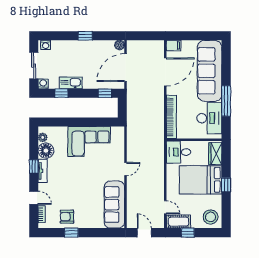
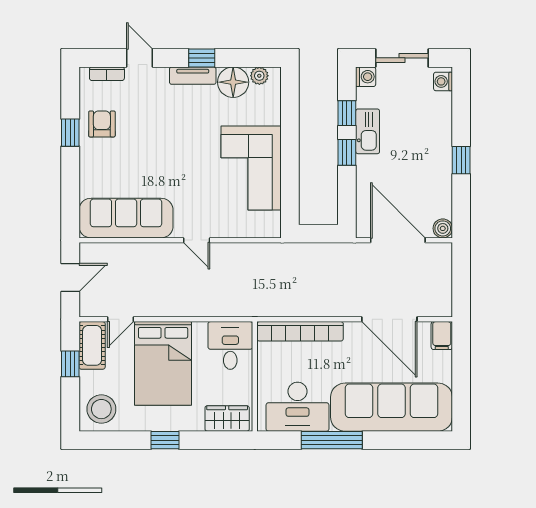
window: (105, 93) -> (347, 152), moved
bed: (201, 180) -> (163, 363), moved, turned 180
door: (34, 198) -> (140, 58), swing flipped

